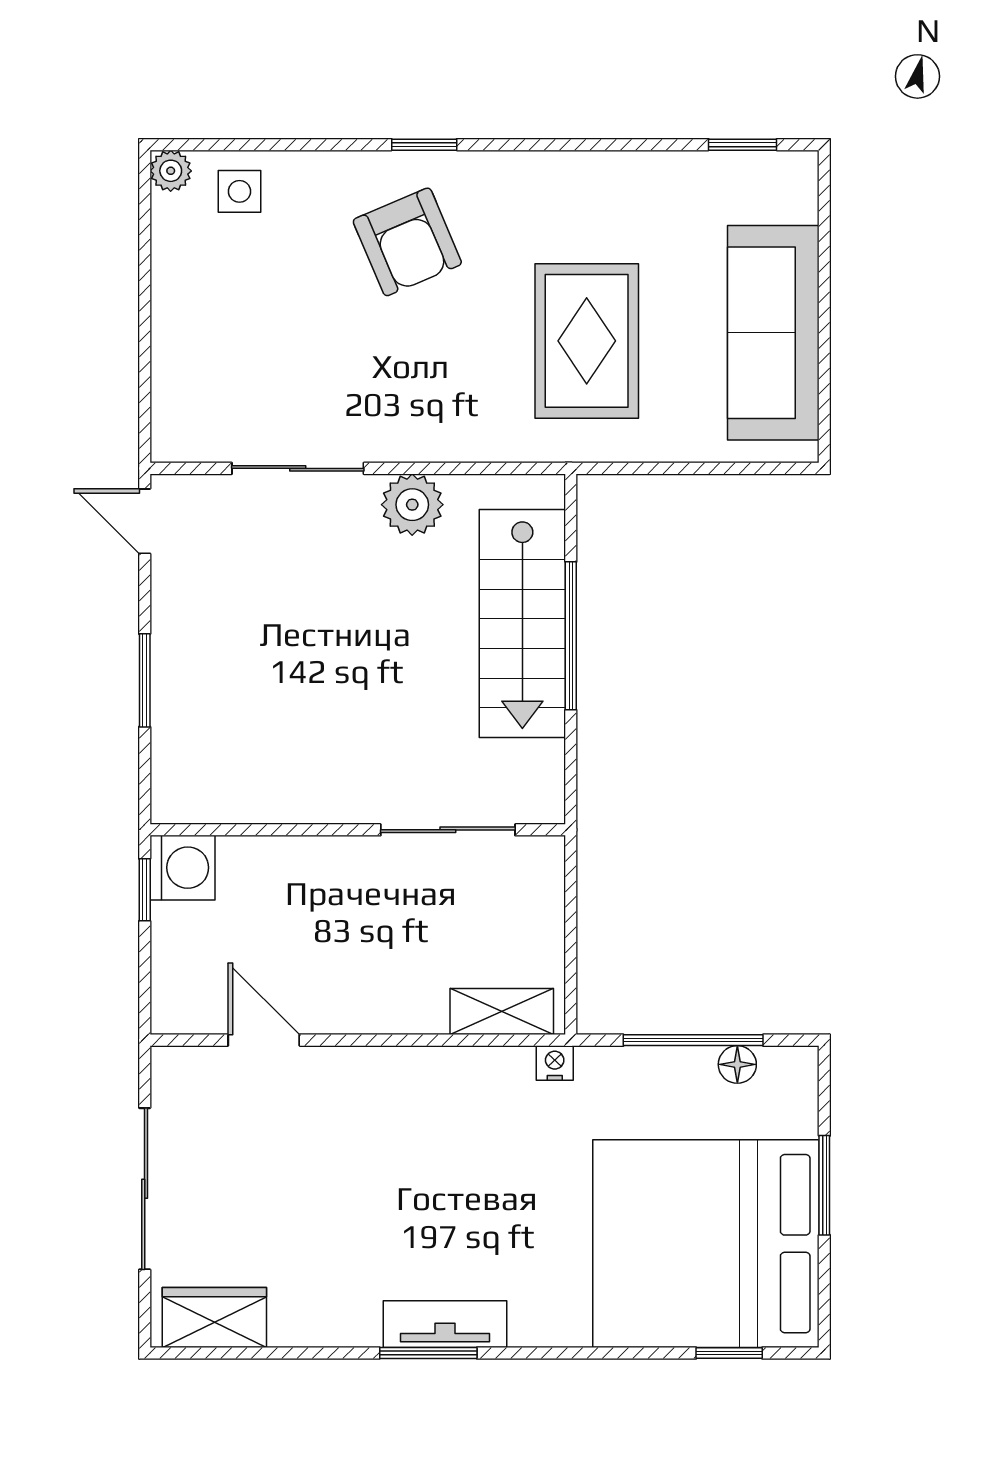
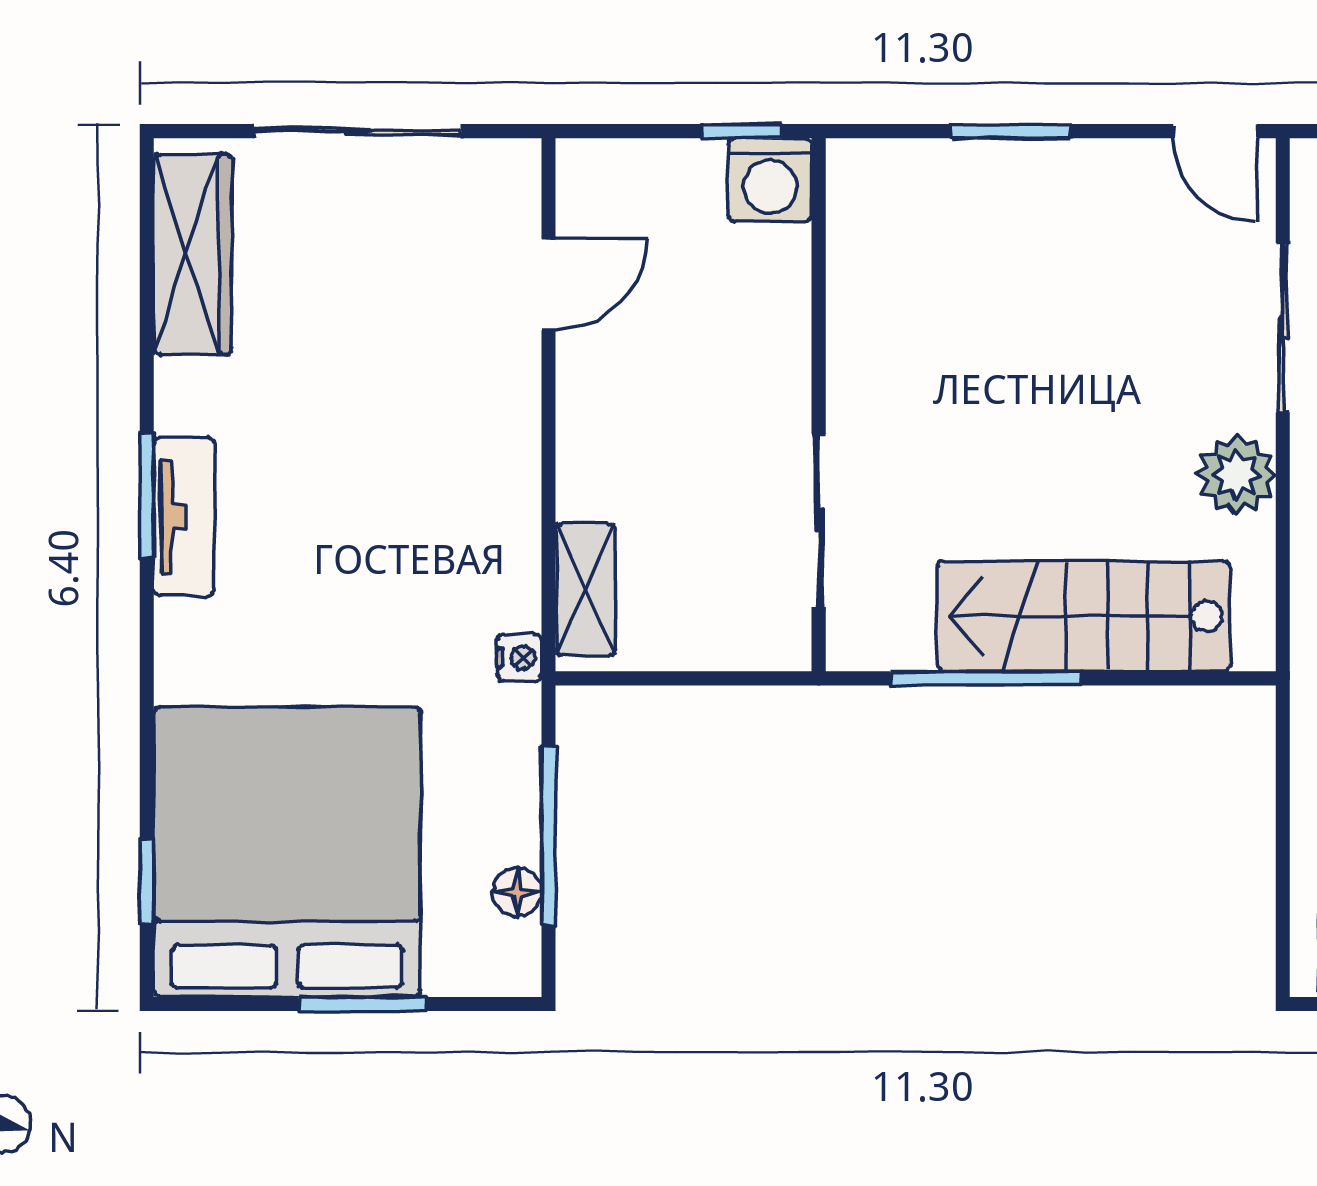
door: (145, 521) -> (1215, 131), swing flipped
window: (571, 636) -> (985, 678), moved
wardrobe: (214, 1317) -> (192, 254), width x1.50

